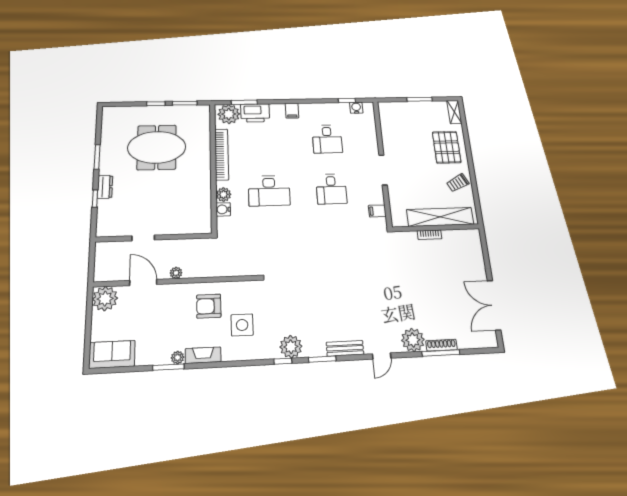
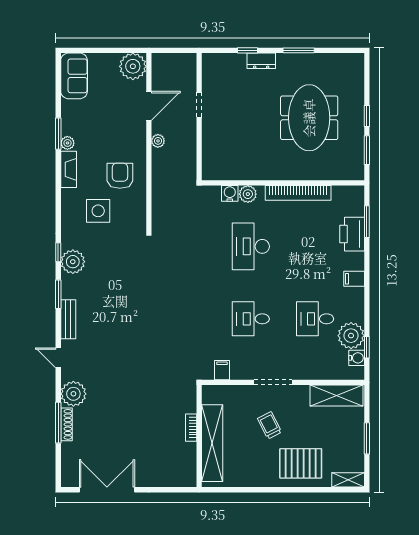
plant: (229, 114) -> (351, 336), moved
shelving: (388, 122) -> (336, 395), added
trolley: (458, 183) -> (270, 425), moved

